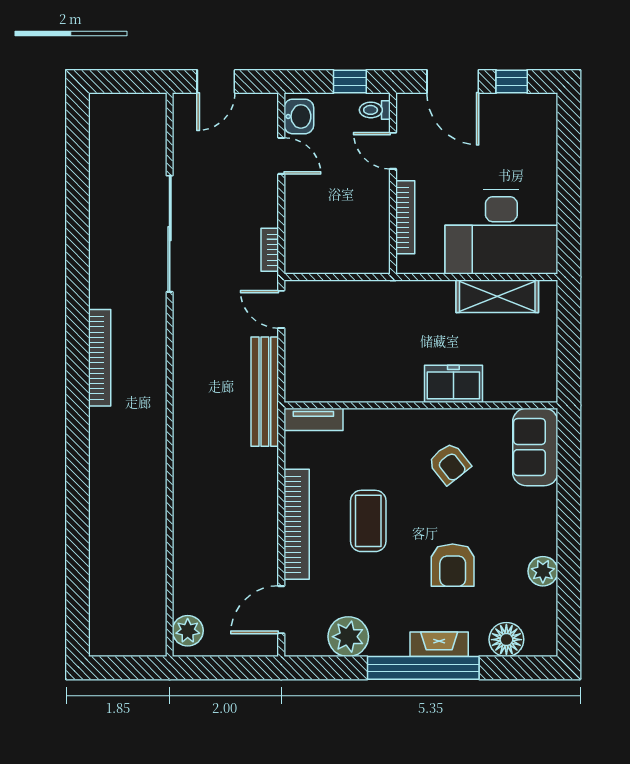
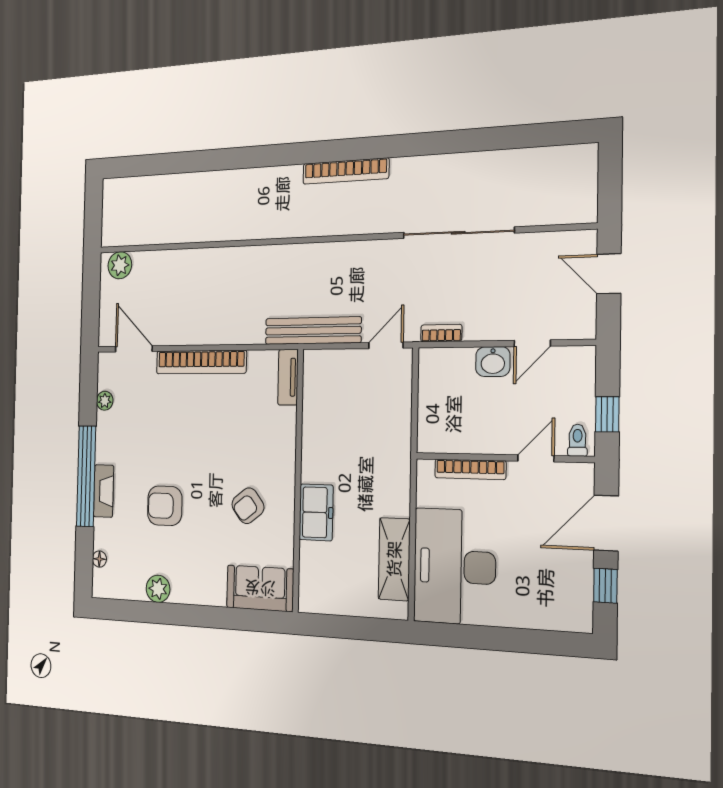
washbasin: (299, 116) -> (493, 362), moved
coffee table: (368, 521) -> (202, 428), removed
plant: (348, 637) -> (105, 401), width x0.53, depth x0.53
floor lamp: (506, 640) -> (99, 559), width x0.53, depth x0.53

